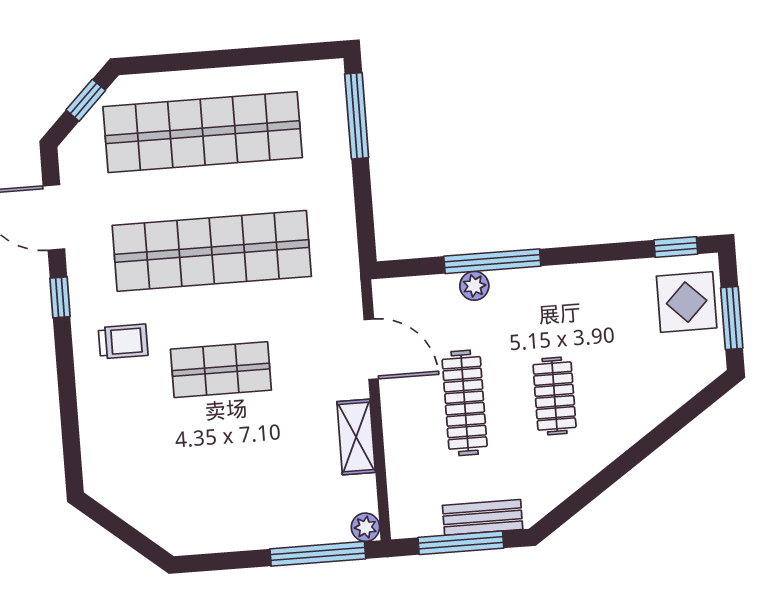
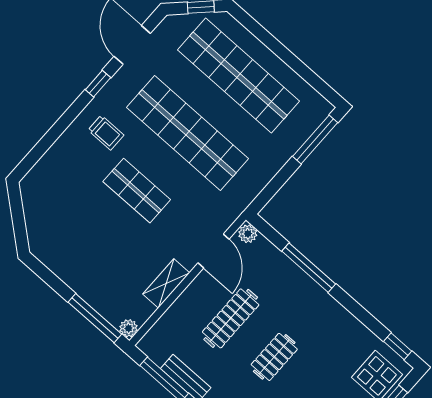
plant: (474, 286) -> (248, 234), moved

